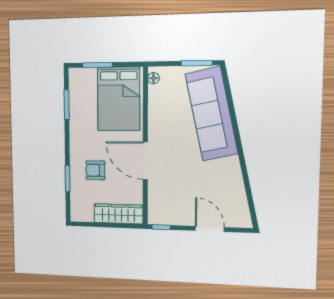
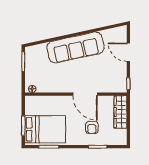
bed: (119, 99) -> (45, 129), moved
sofa: (212, 114) -> (75, 47), moved
door: (145, 161) -> (85, 94), hinge flipped
door: (210, 229) -> (128, 52), hinge flipped

